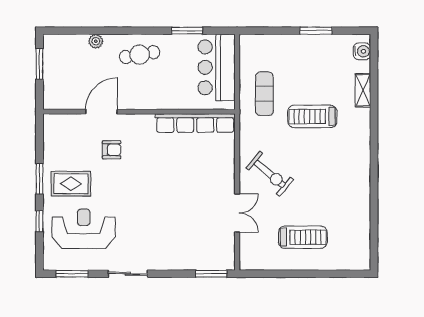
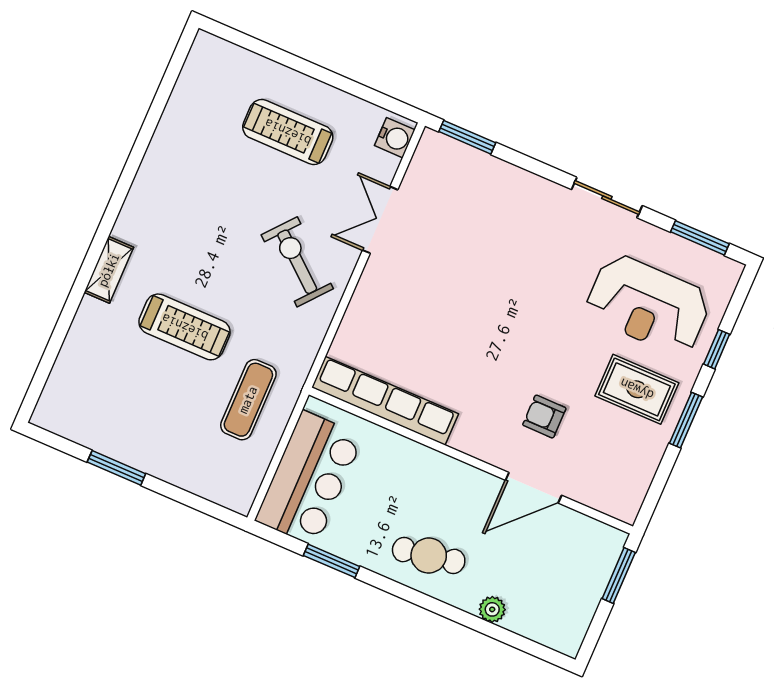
water cooler: (362, 51) -> (395, 138), moved, turned 180
window: (39, 64) -> (619, 576), moved
shelving: (363, 90) -> (109, 270), moved

